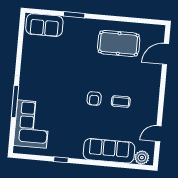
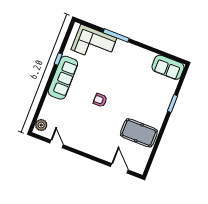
sofa: (44, 25) -> (168, 67), moved, turned -90
pool table: (119, 43) -> (139, 133), turned 90
coffee table: (121, 102) -> (91, 121), removed
sofa: (109, 151) -> (63, 78), moved

